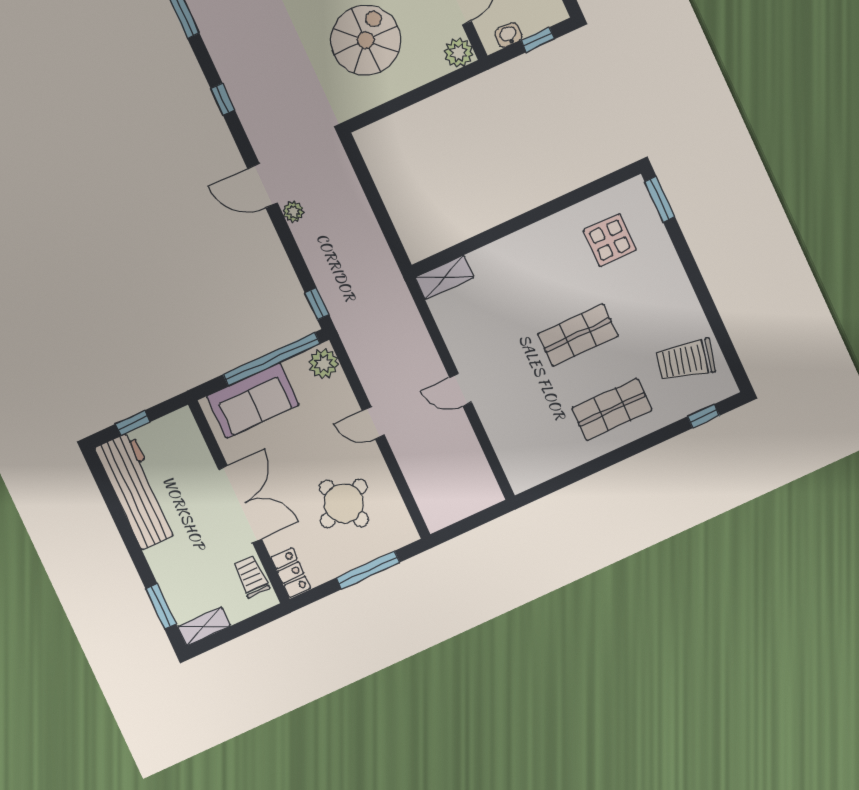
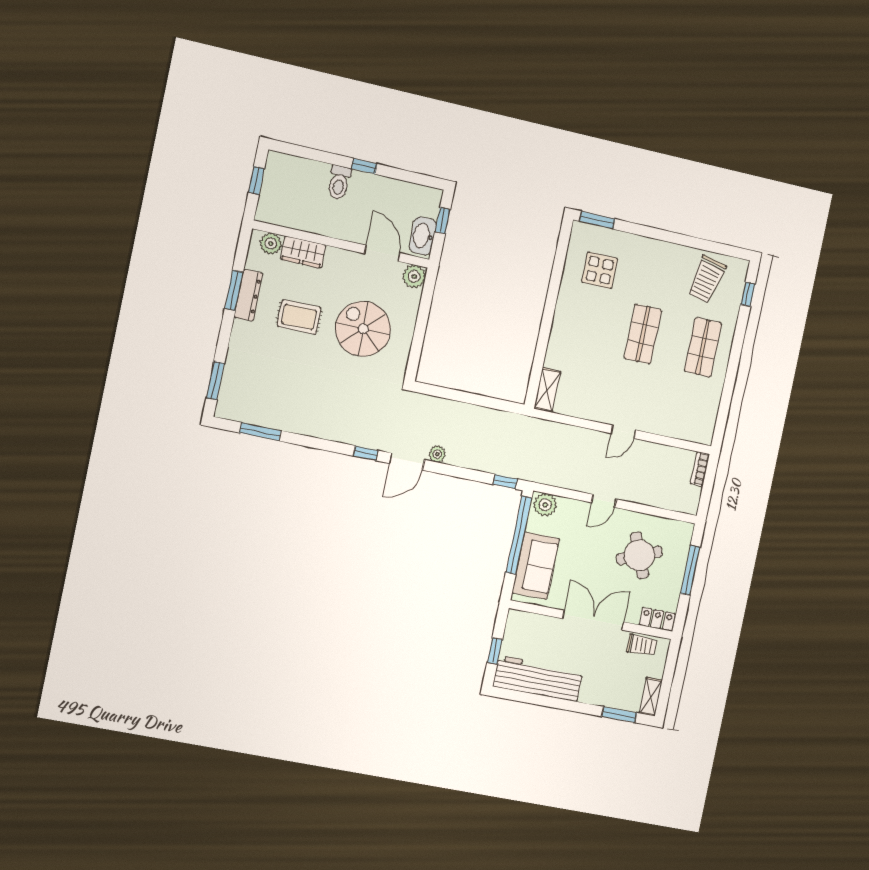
washbasin: (509, 35) -> (423, 236), width x1.91, depth x1.45
window: (223, 99) -> (366, 453), moved
bookcase: (482, 501) -> (700, 469), added
trolley: (251, 576) -> (642, 645), turned 180

